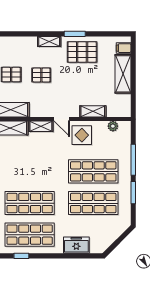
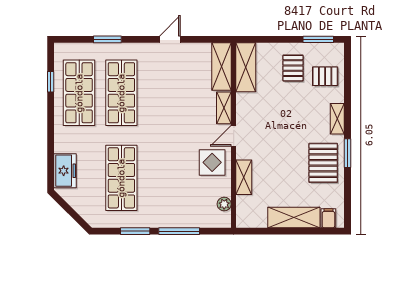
pallet: (41, 75) -> (325, 76), moved, turned 90
shop shelf: (93, 171) -> (164, 178), removed
freezer: (76, 245) -> (65, 171), moved

